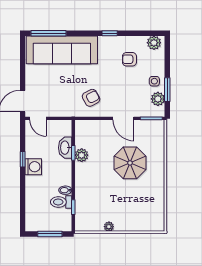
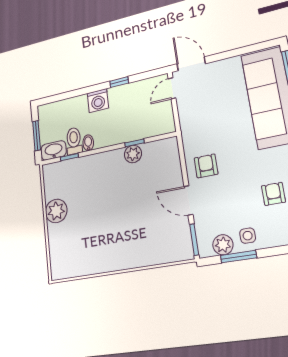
armchair: (91, 98) -> (206, 166), moved, turned -152
door: (123, 118) -> (188, 200), hinge flipped
washbasin: (65, 148) -> (54, 150), moved
parasol: (130, 163) -> (131, 220), removed
washing machine: (33, 167) -> (98, 101), moved
plant: (109, 227) -> (56, 211), width x1.87, depth x1.87

